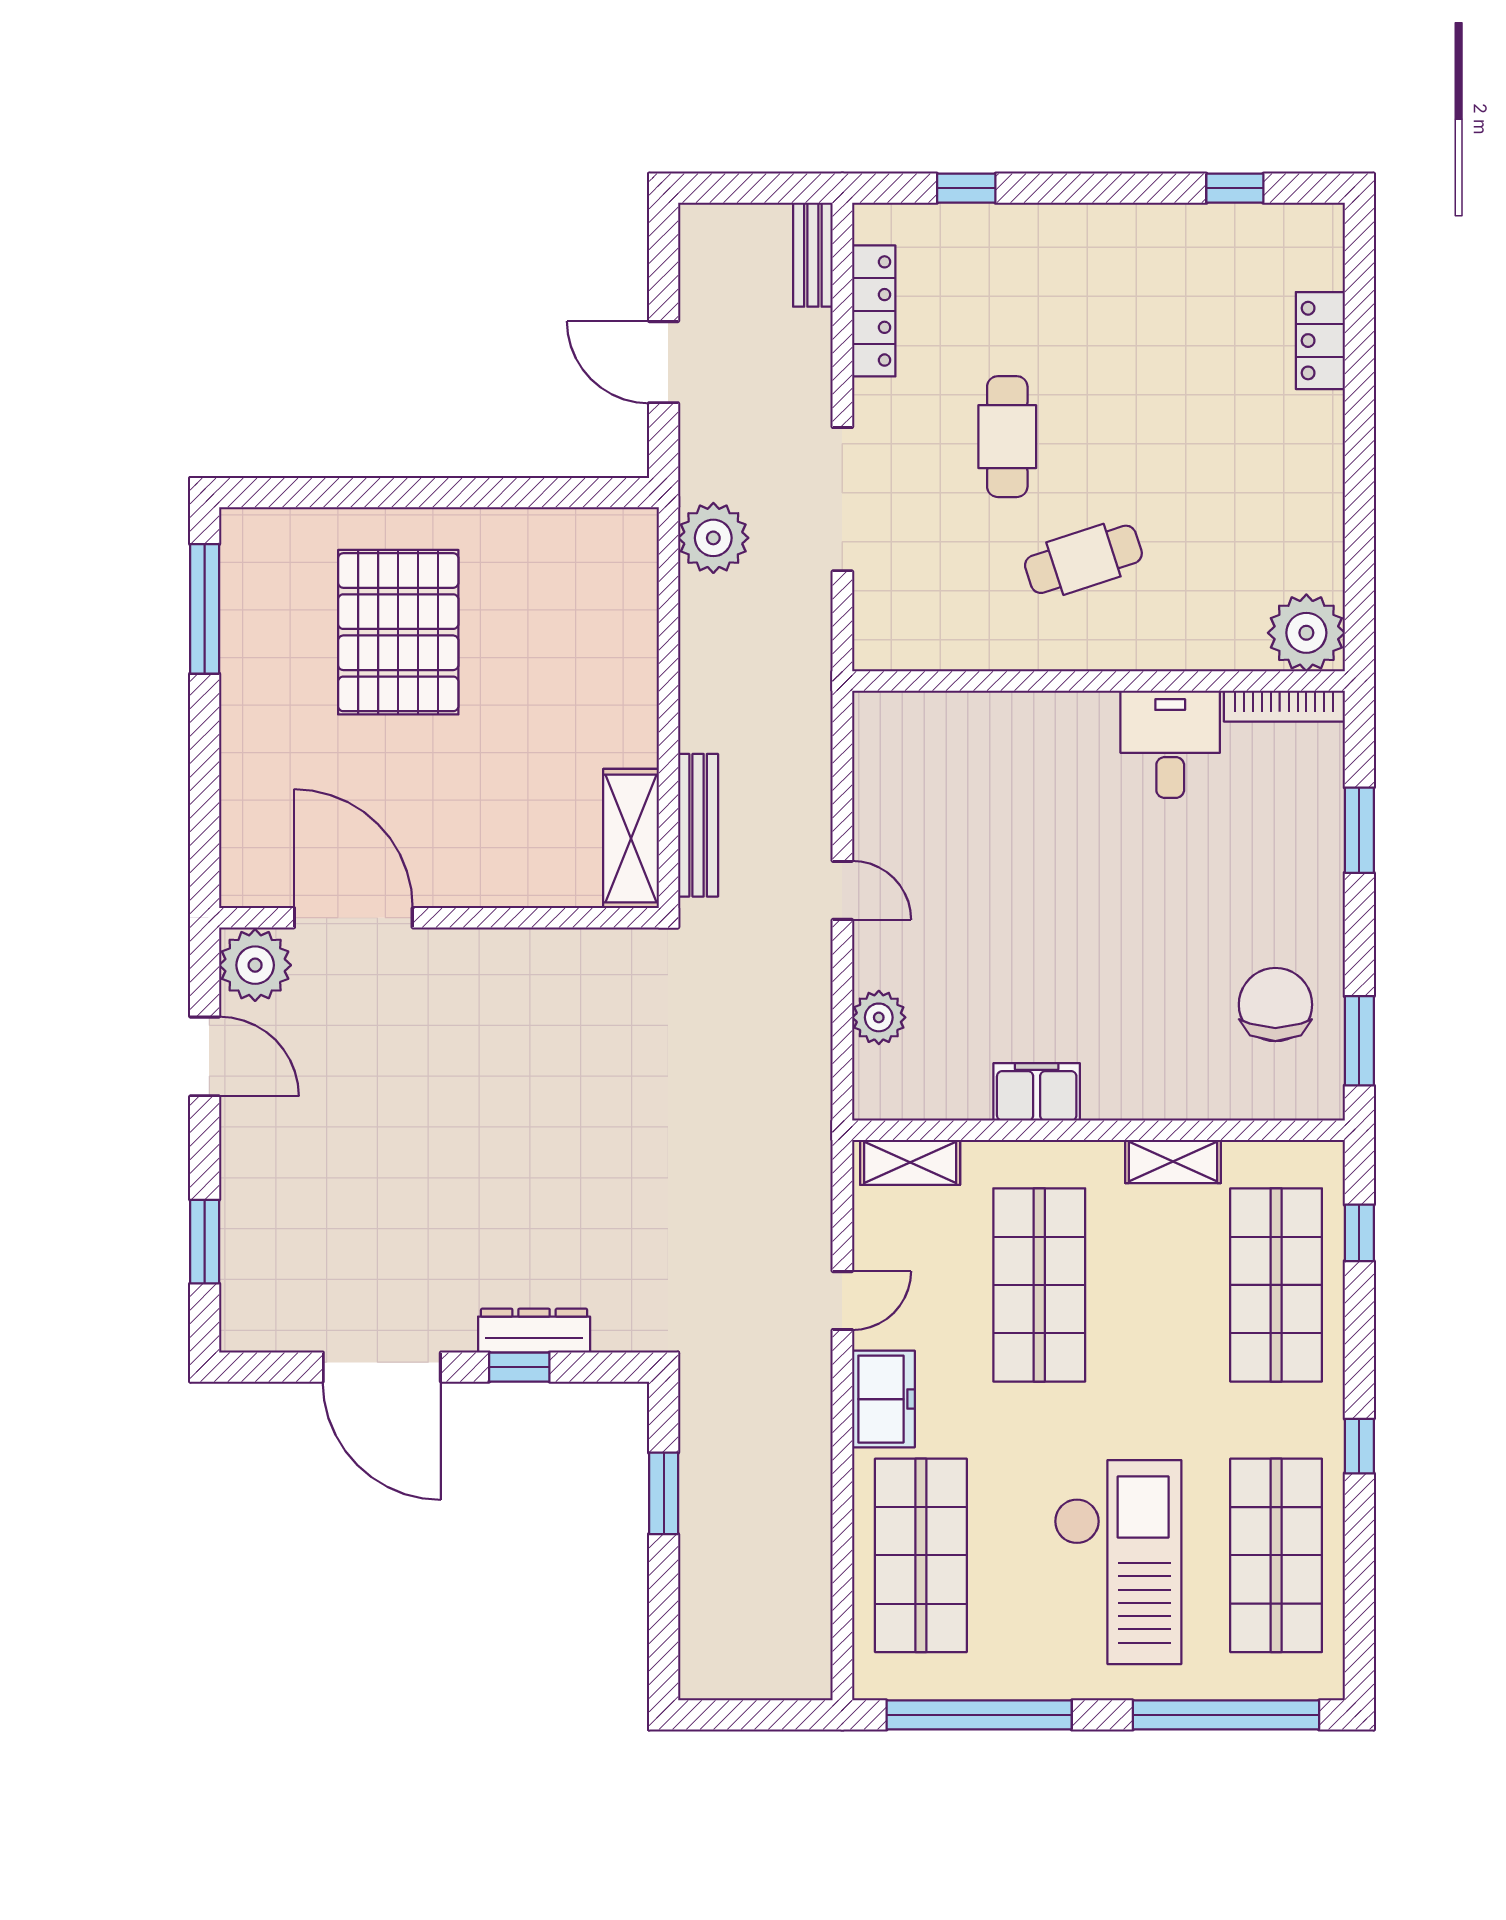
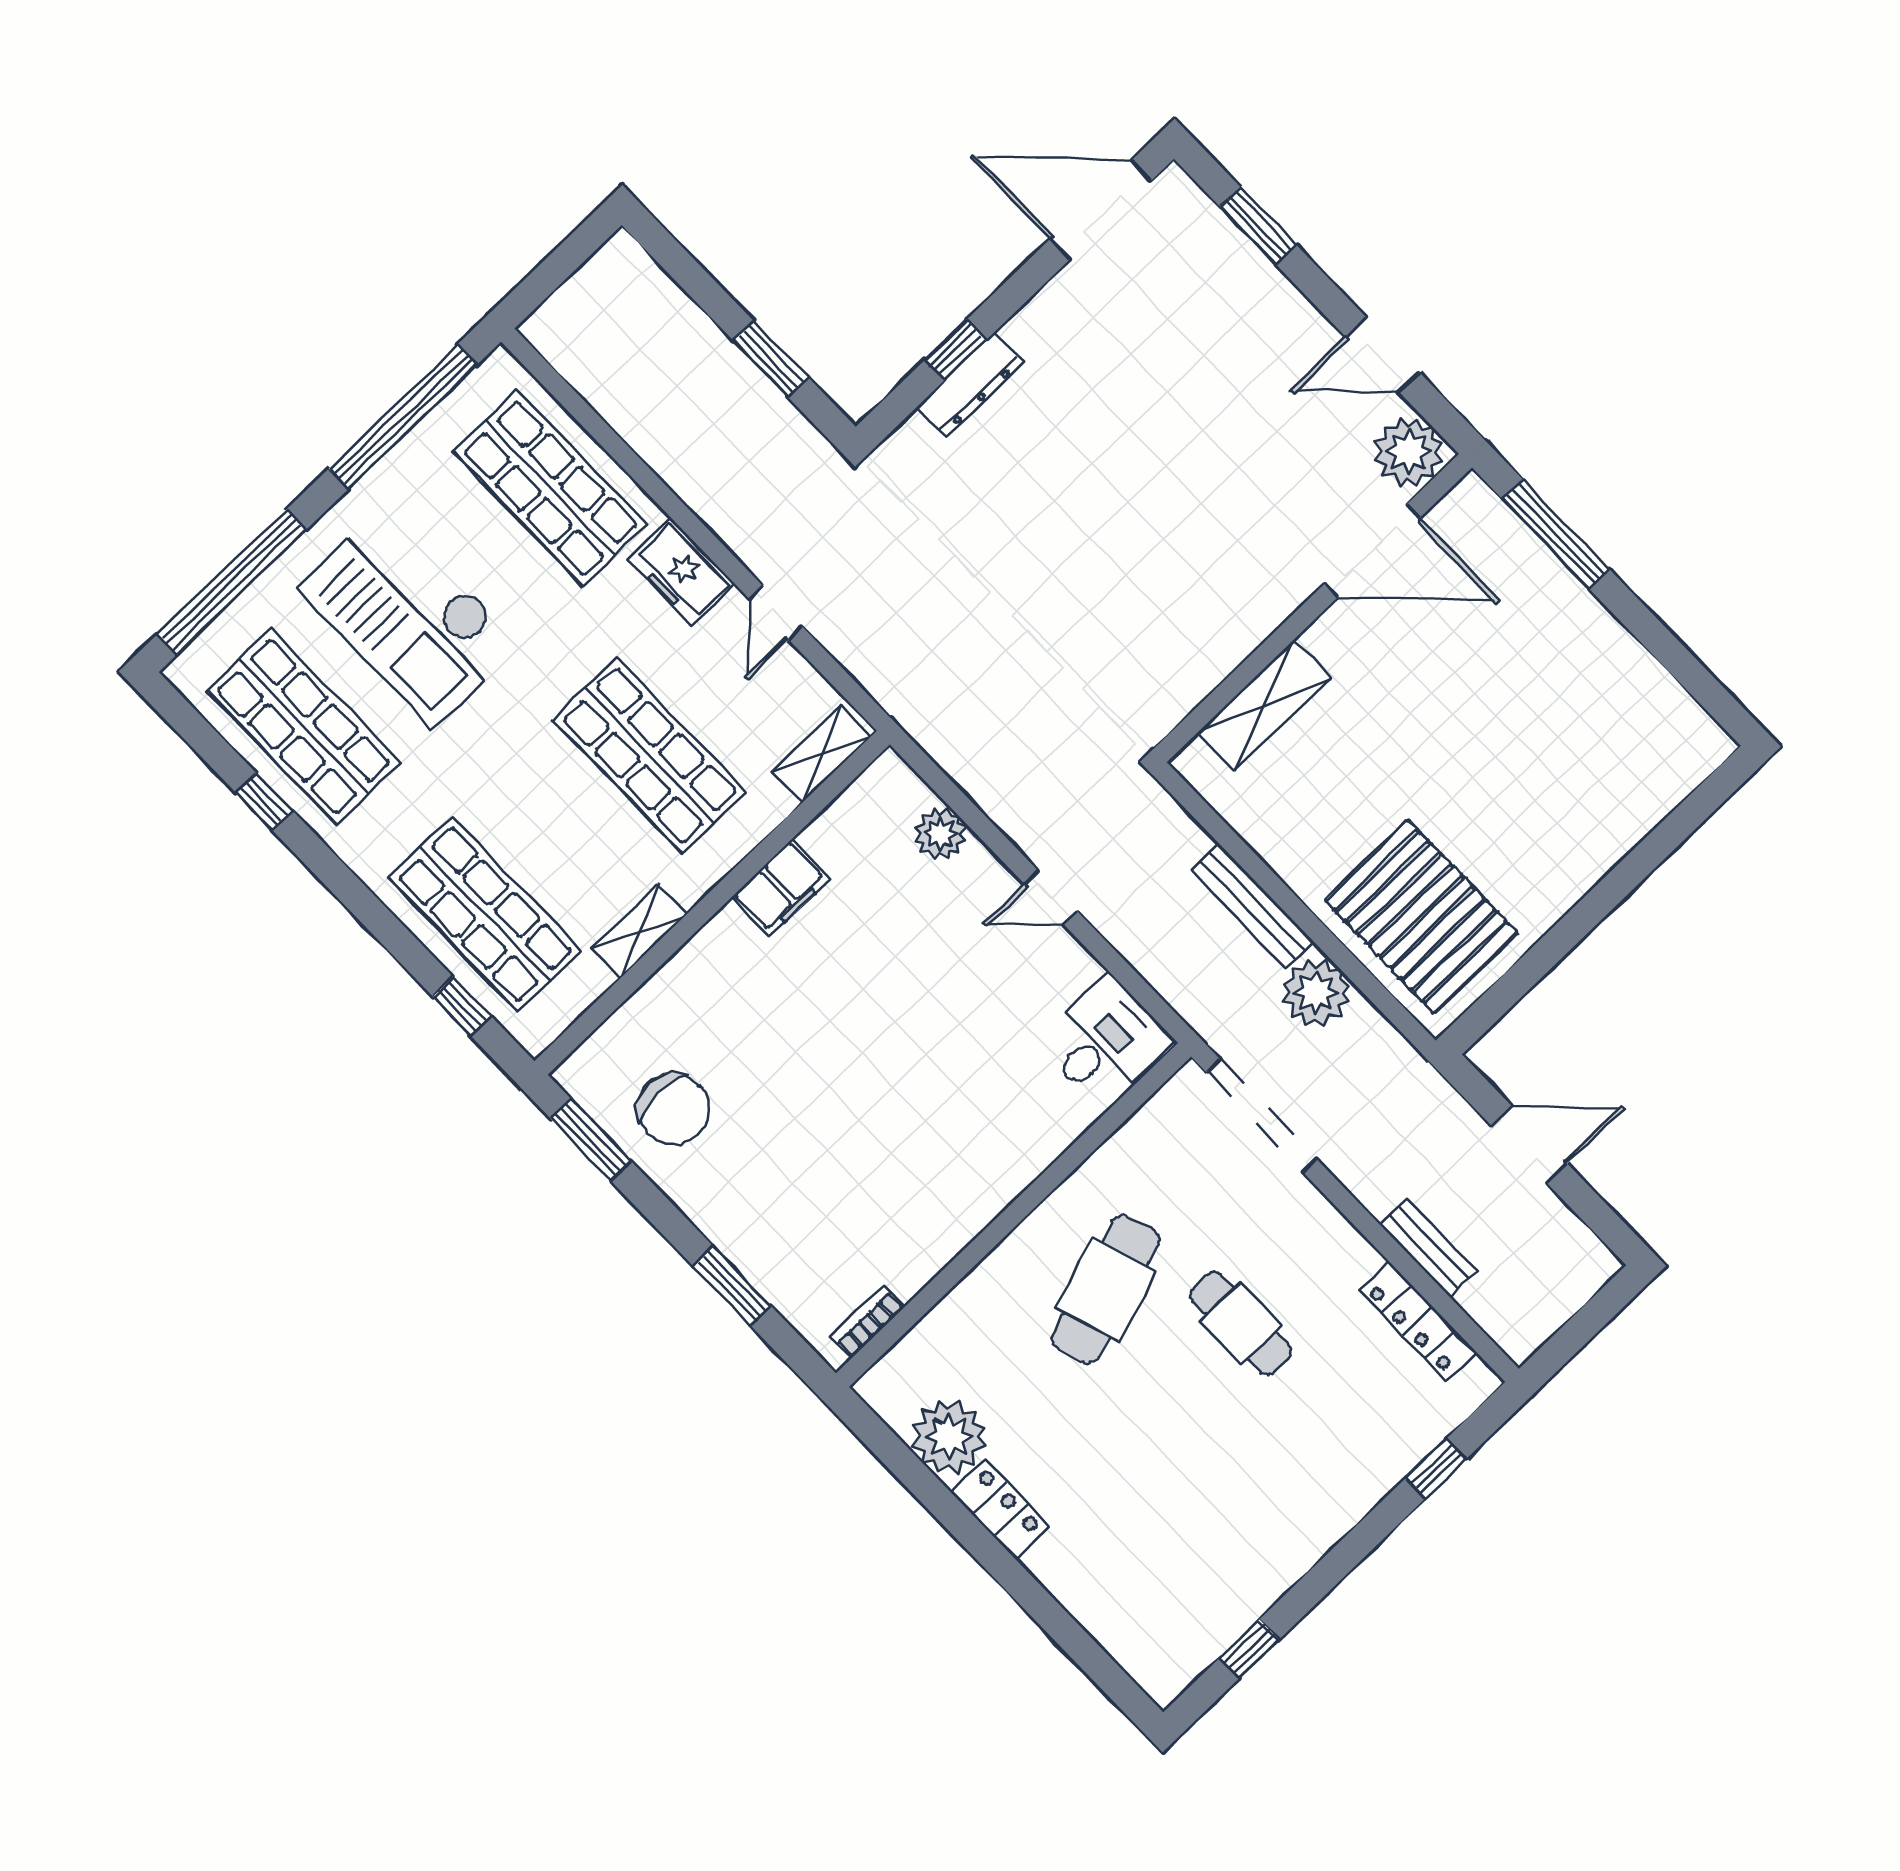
bench: (813, 255) -> (1429, 1248), moved
locker: (1320, 341) -> (1000, 1509), moved
doorway: (842, 499) -> (1261, 1116), moved
plant: (713, 538) -> (1316, 992), moved
cafe table: (1083, 559) -> (1106, 1289), width x1.37, depth x1.35
window: (205, 609) -> (1556, 534), moved
pallet: (398, 632) -> (1421, 917), moved
plant: (1306, 633) -> (949, 1437), moved
bookcase: (1284, 706) -> (868, 1322), width x0.64
desk: (1170, 744) -> (1105, 1041), moved, turned -90
bench: (698, 825) -> (1252, 906), moved
shelving: (631, 839) -> (1264, 706), moved, turned 90
door: (382, 1367) -> (1101, 210), moved
window: (1359, 1446) -> (264, 802), moved

